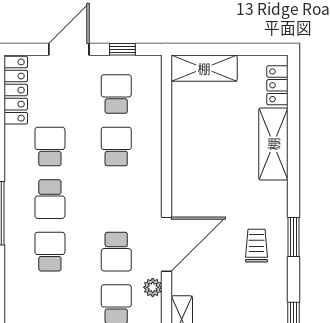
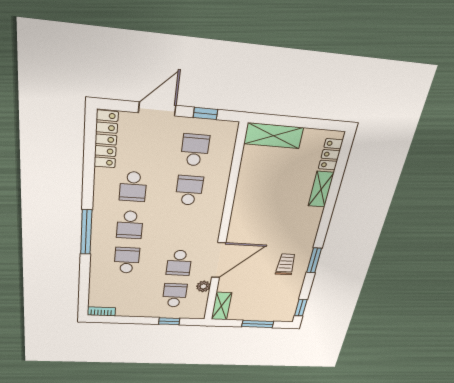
shelving: (273, 144) -> (321, 189), width x0.67, depth x0.75
school desk: (50, 147) -> (133, 187), turned 180

